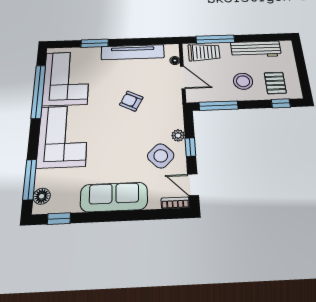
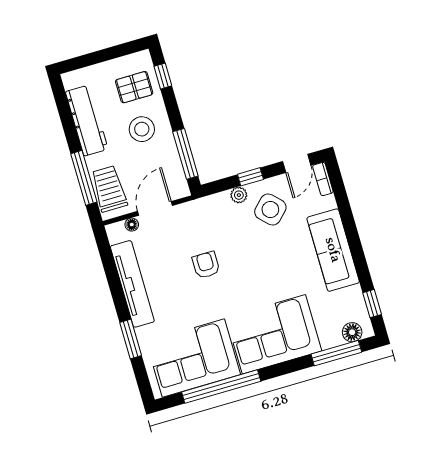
armchair: (131, 101) -> (206, 265), turned 153

